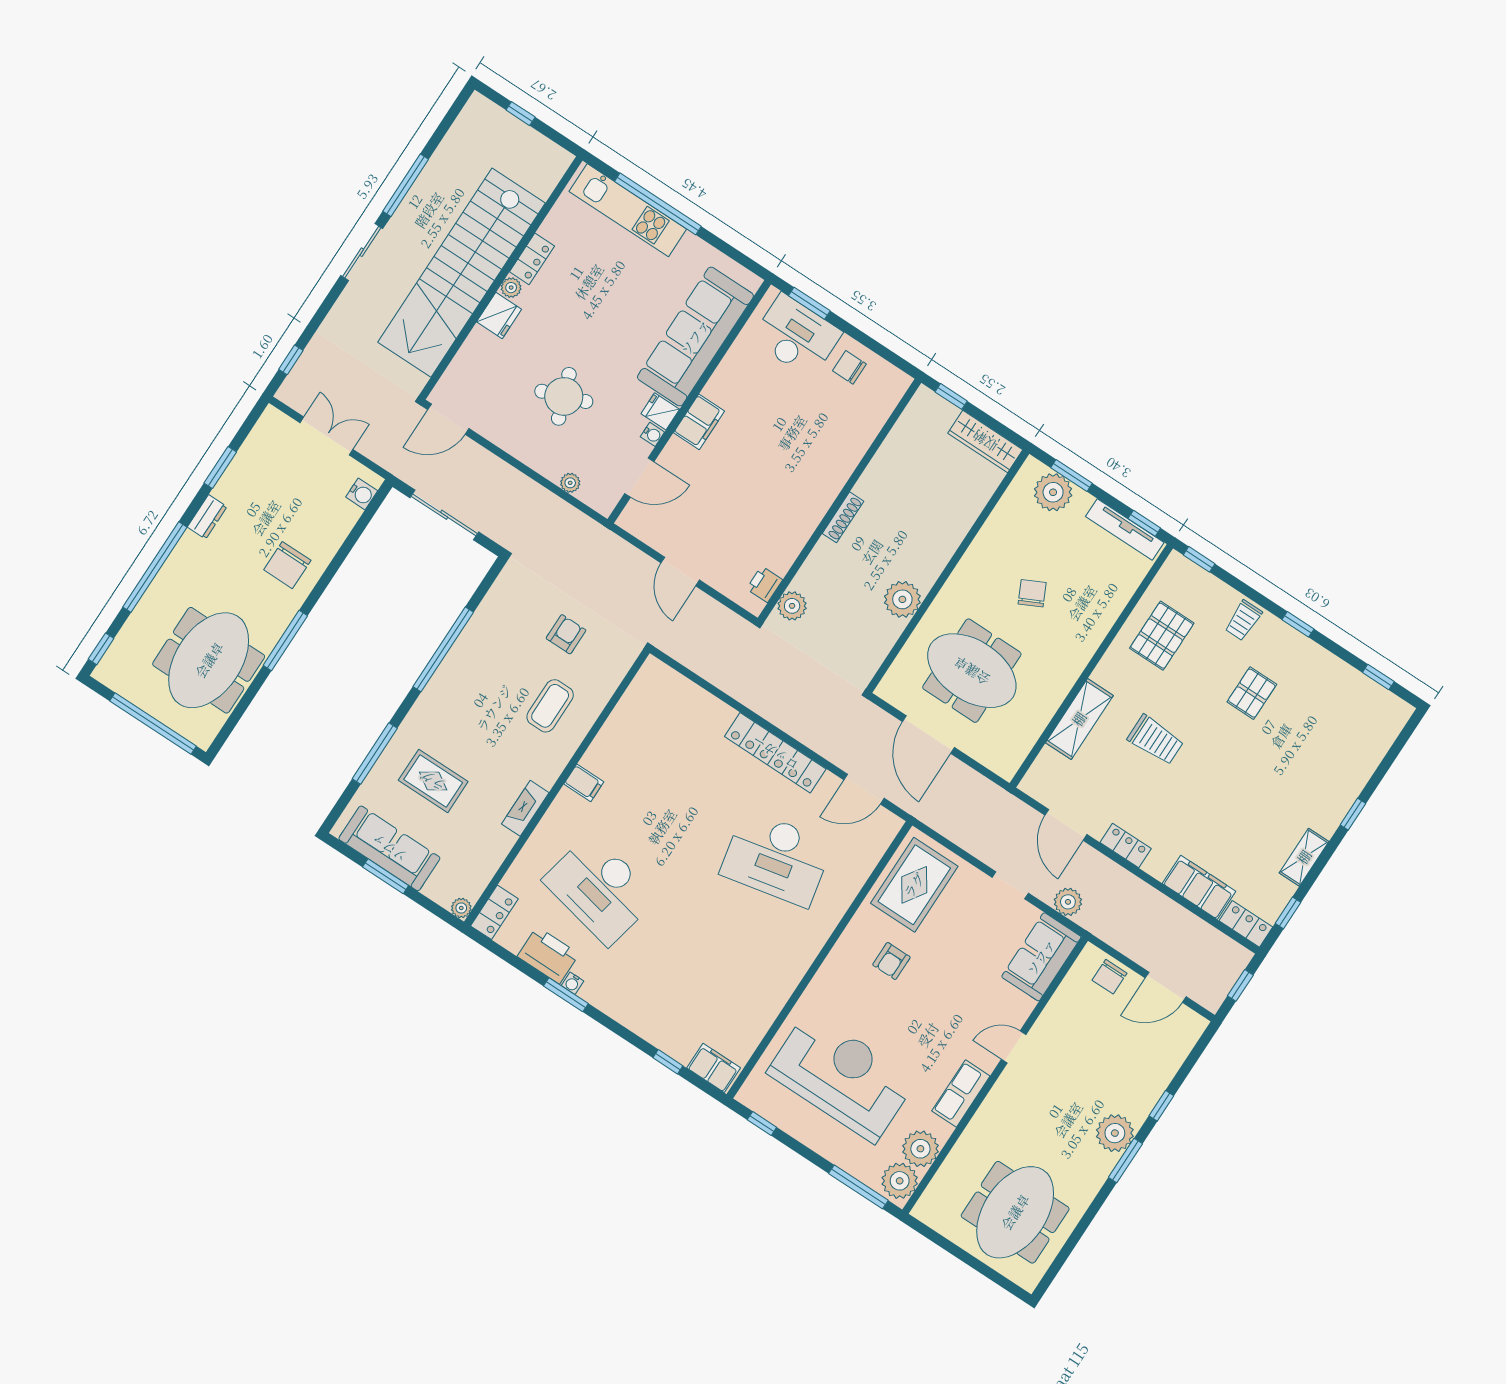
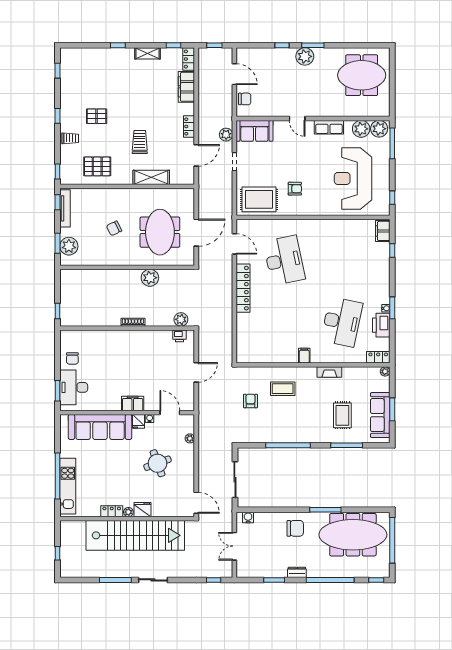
wardrobe: (985, 441) -> (66, 286), removed
armchair: (566, 634) -> (250, 401), turned 90
meeting table: (209, 660) -> (353, 535), width x1.36

